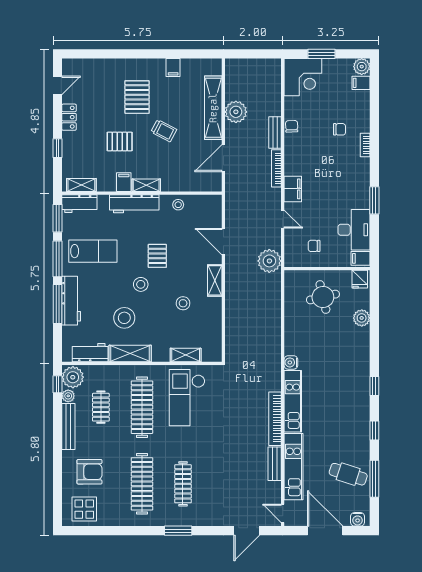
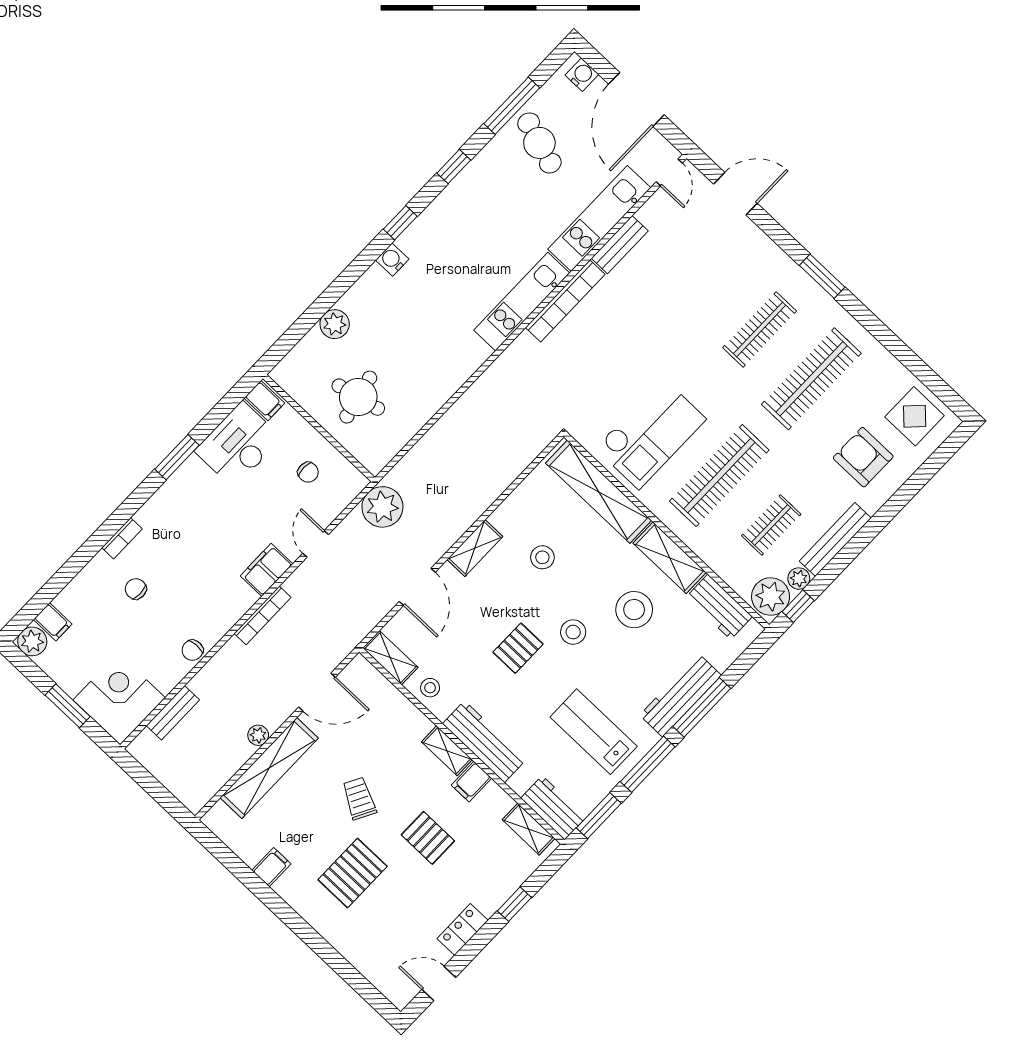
plant: (236, 112) -> (258, 735), width x0.53, depth x0.53
bench: (275, 133) -> (173, 713), moved
shelving: (206, 201) -> (390, 658), added
fridge: (360, 279) -> (290, 375), removed
shelving: (186, 355) -> (599, 492), width x2.20, depth x1.33
water cooler: (291, 362) -> (392, 260), moved, turned 180

